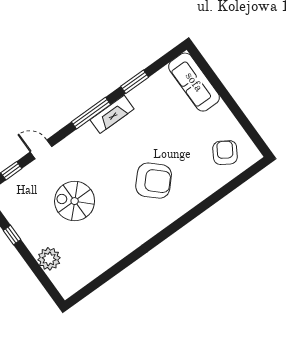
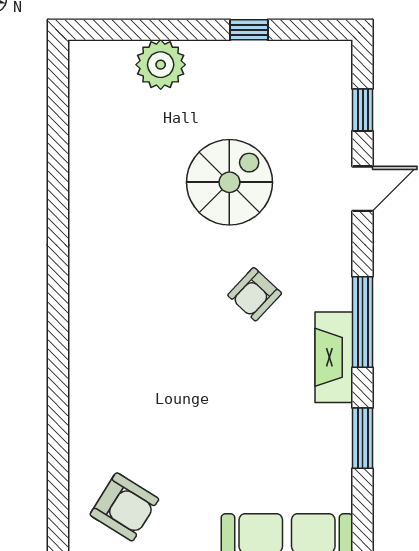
armchair: (154, 181) -> (255, 294), moved, width x0.53, depth x0.53

